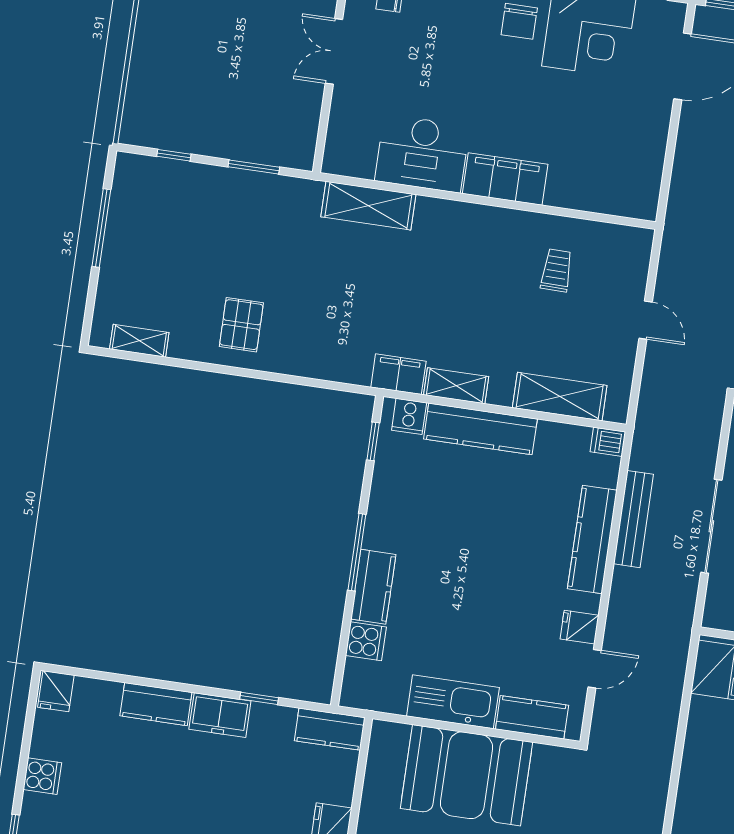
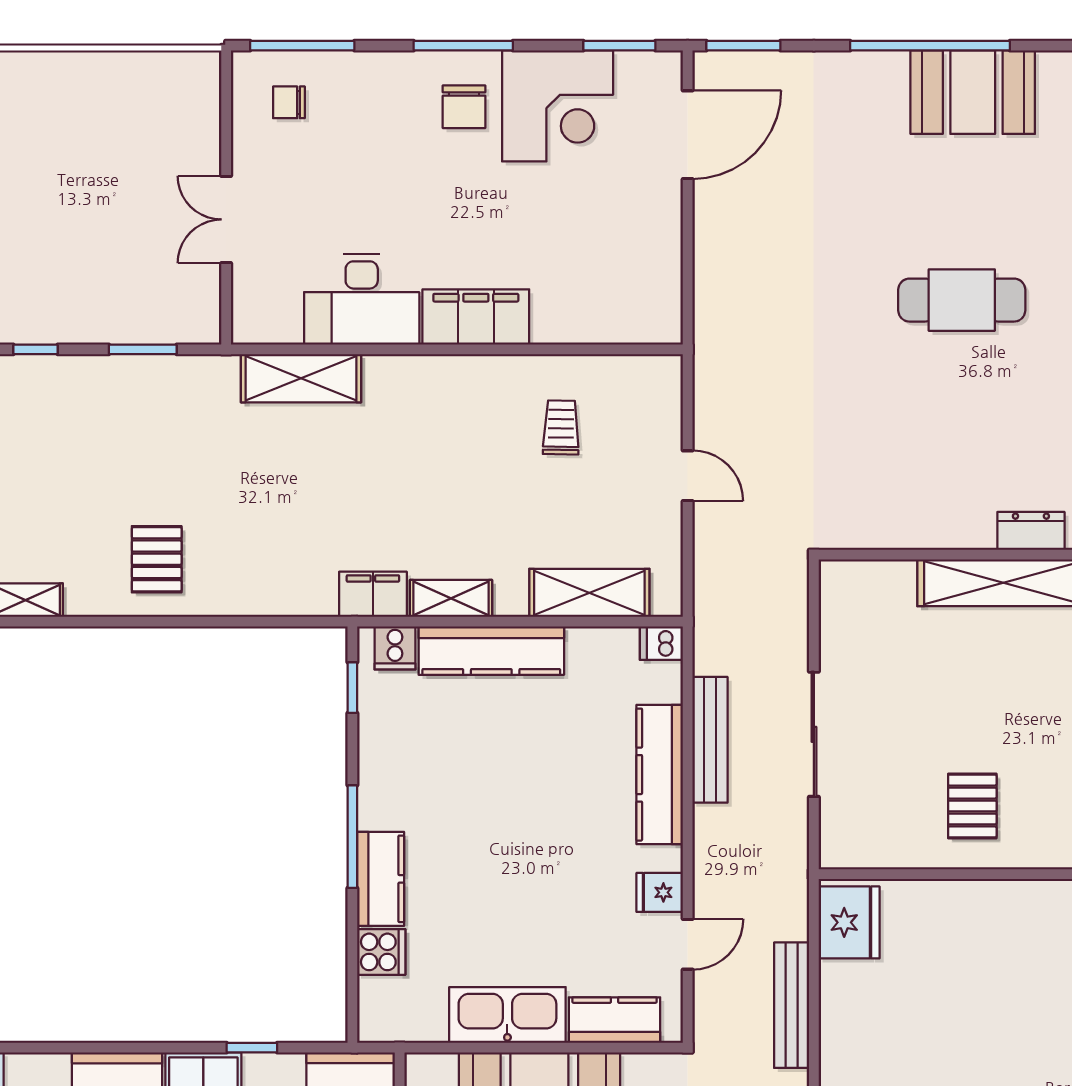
double door: (334, 51) -> (226, 219), moved
bench: (665, 725) -> (792, 1005), added

